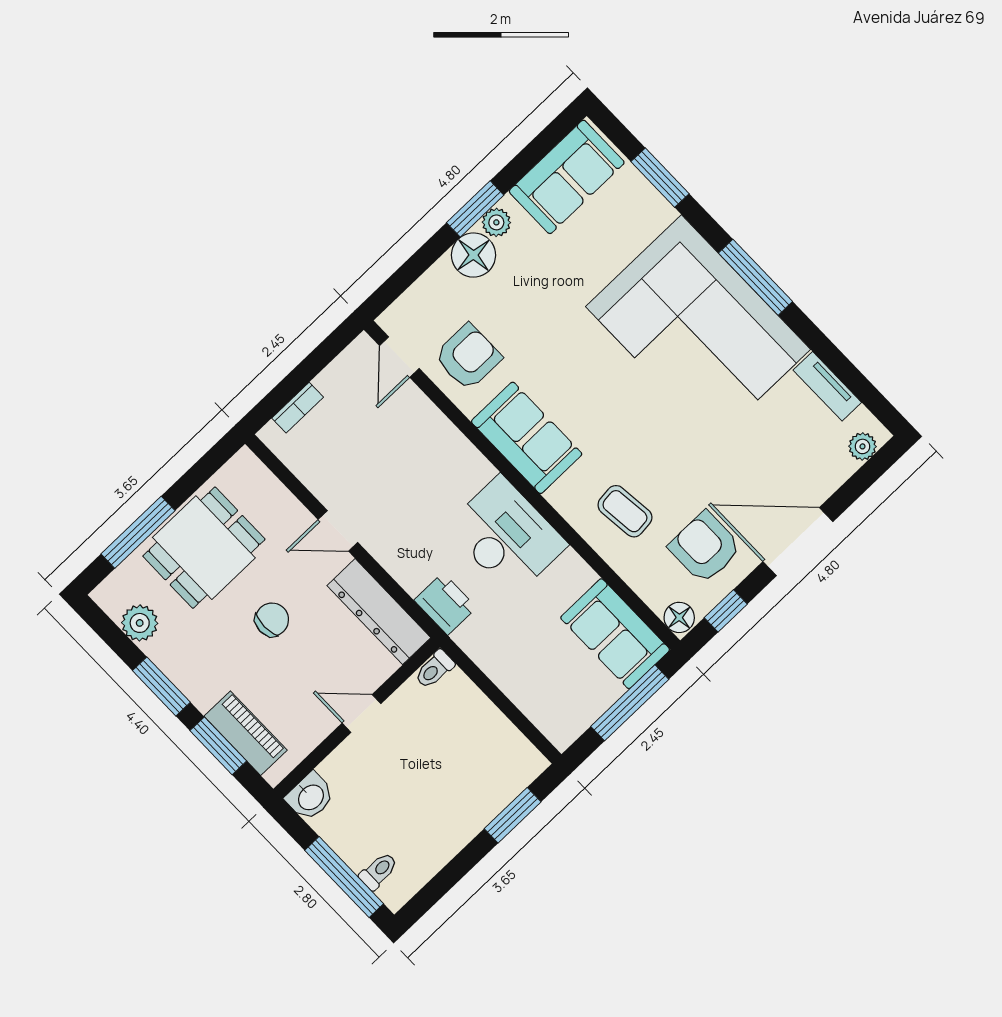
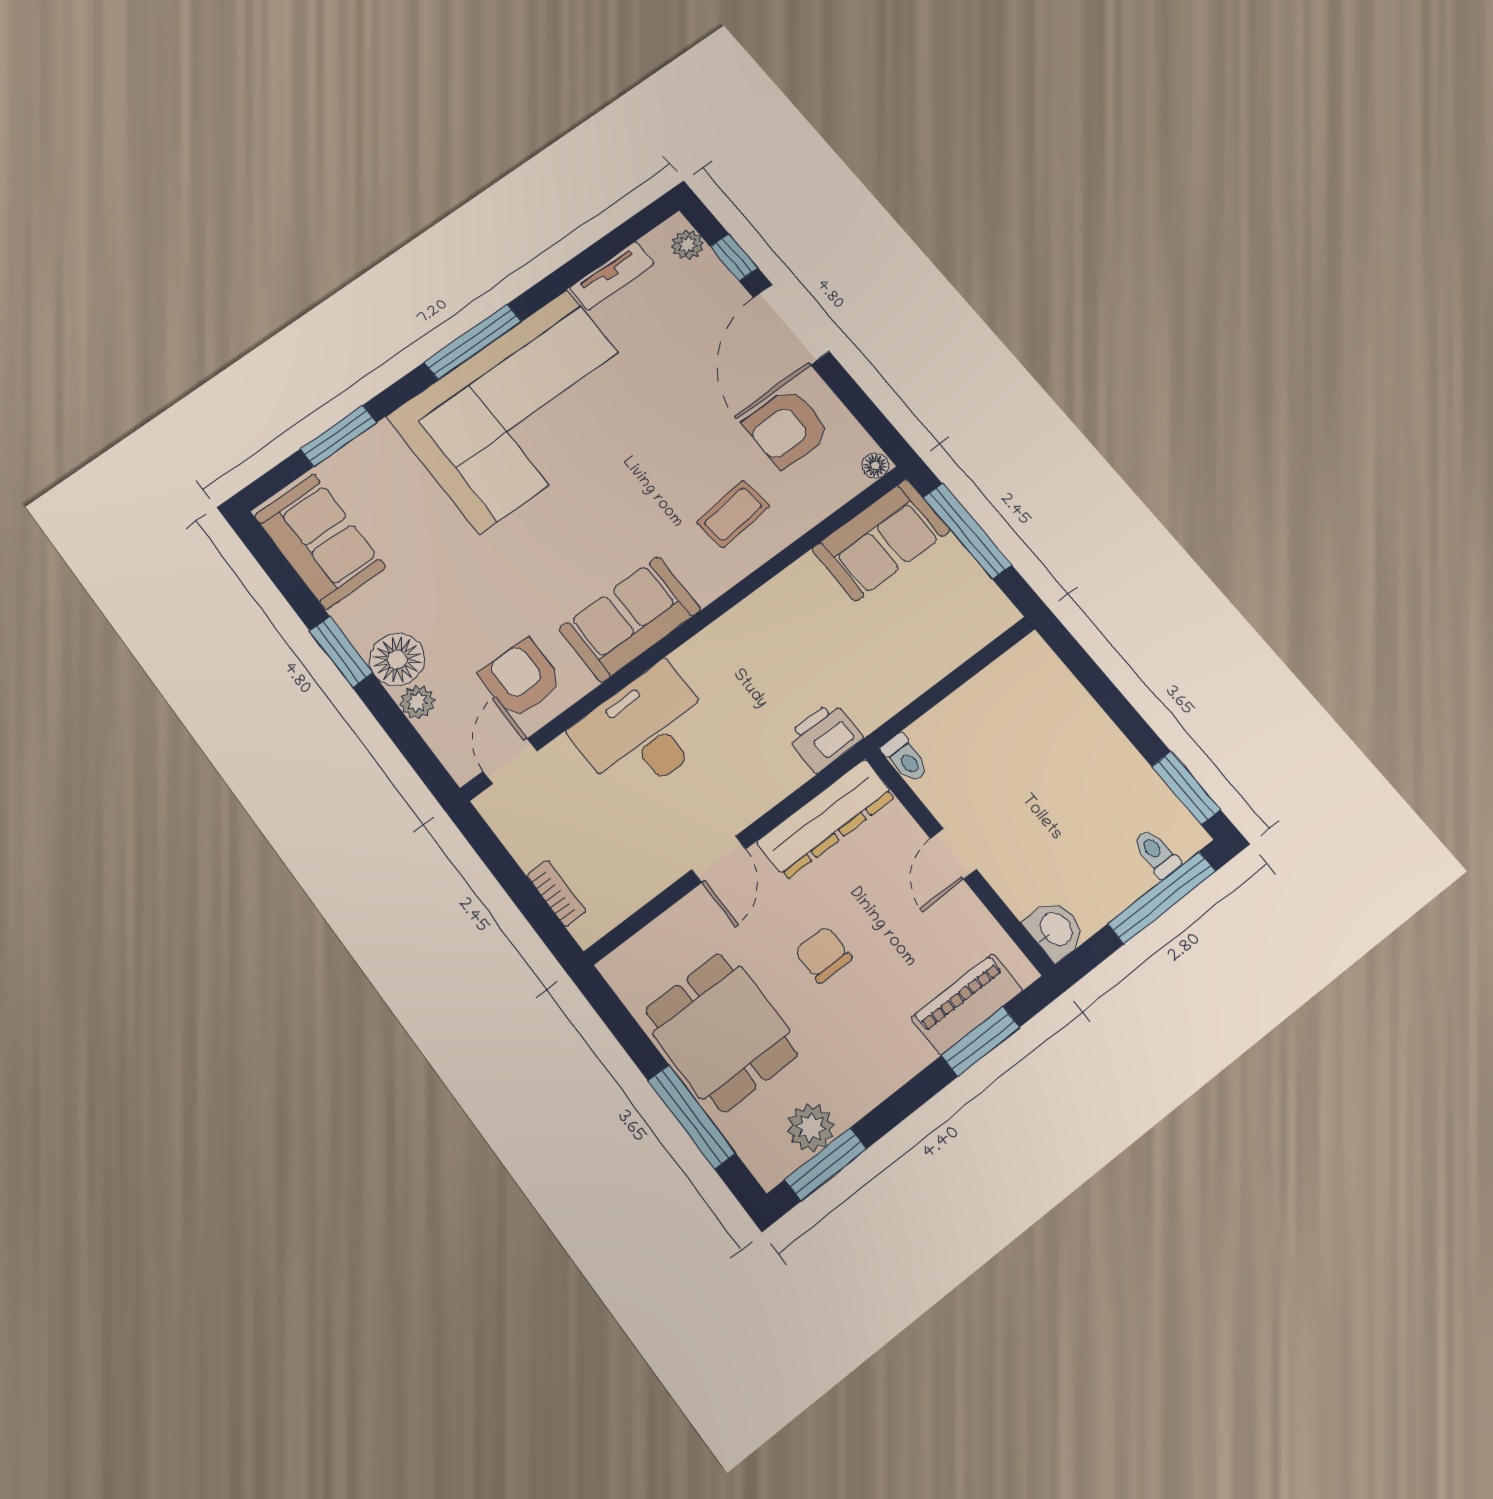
plant: (496, 222) -> (417, 702), moved
door: (399, 357) -> (510, 761), swing flipped
desk: (507, 536) -> (645, 731), moved
window: (726, 611) -> (734, 257), moved
floor lamp: (679, 617) -> (875, 466), width x0.73, depth x0.73
window: (161, 686) -> (826, 1164), moved
window: (513, 815) -> (1186, 788), moved

